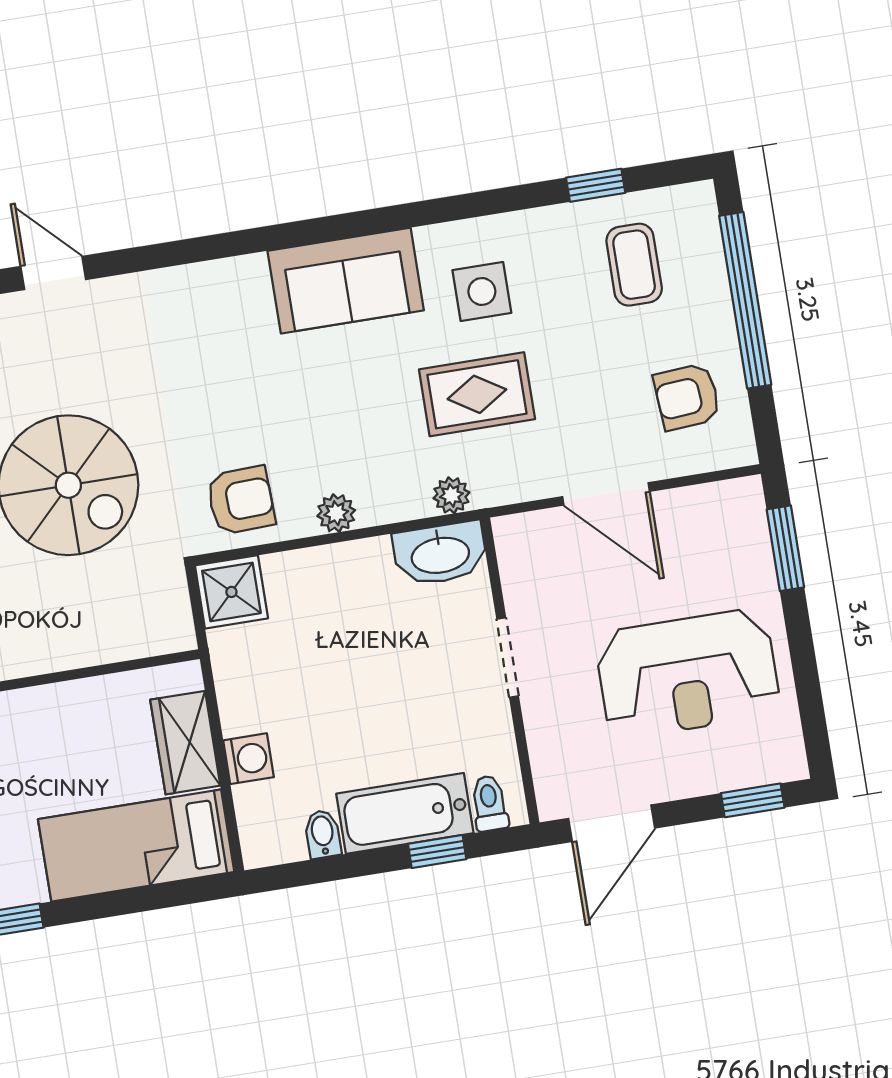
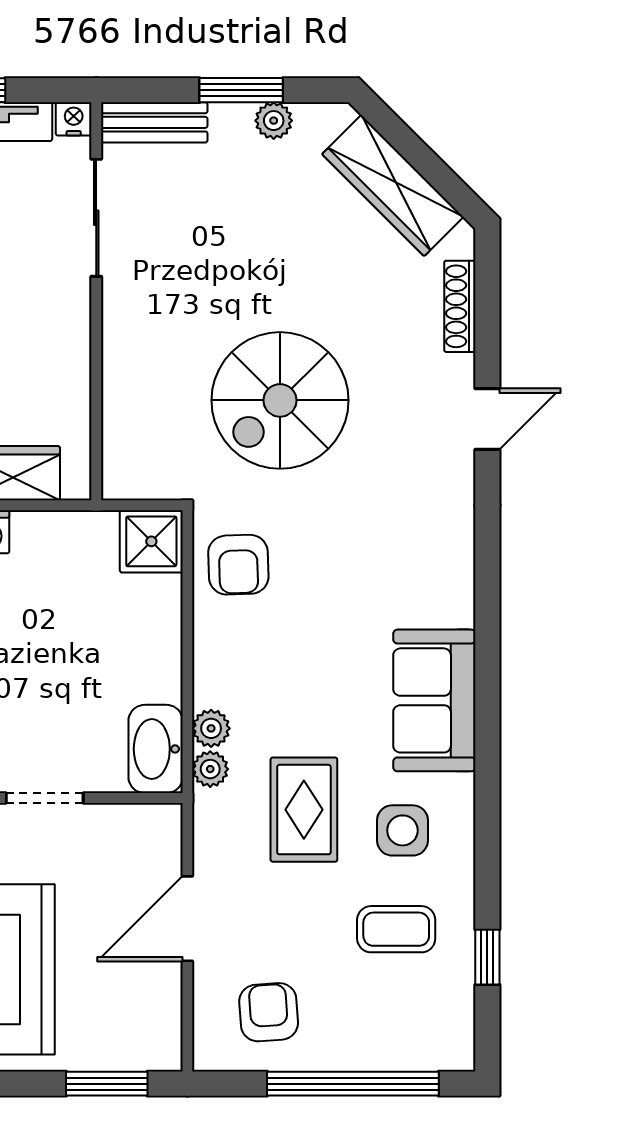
coffee table: (634, 265) -> (396, 929), moved
plant: (336, 513) -> (211, 728), moved

